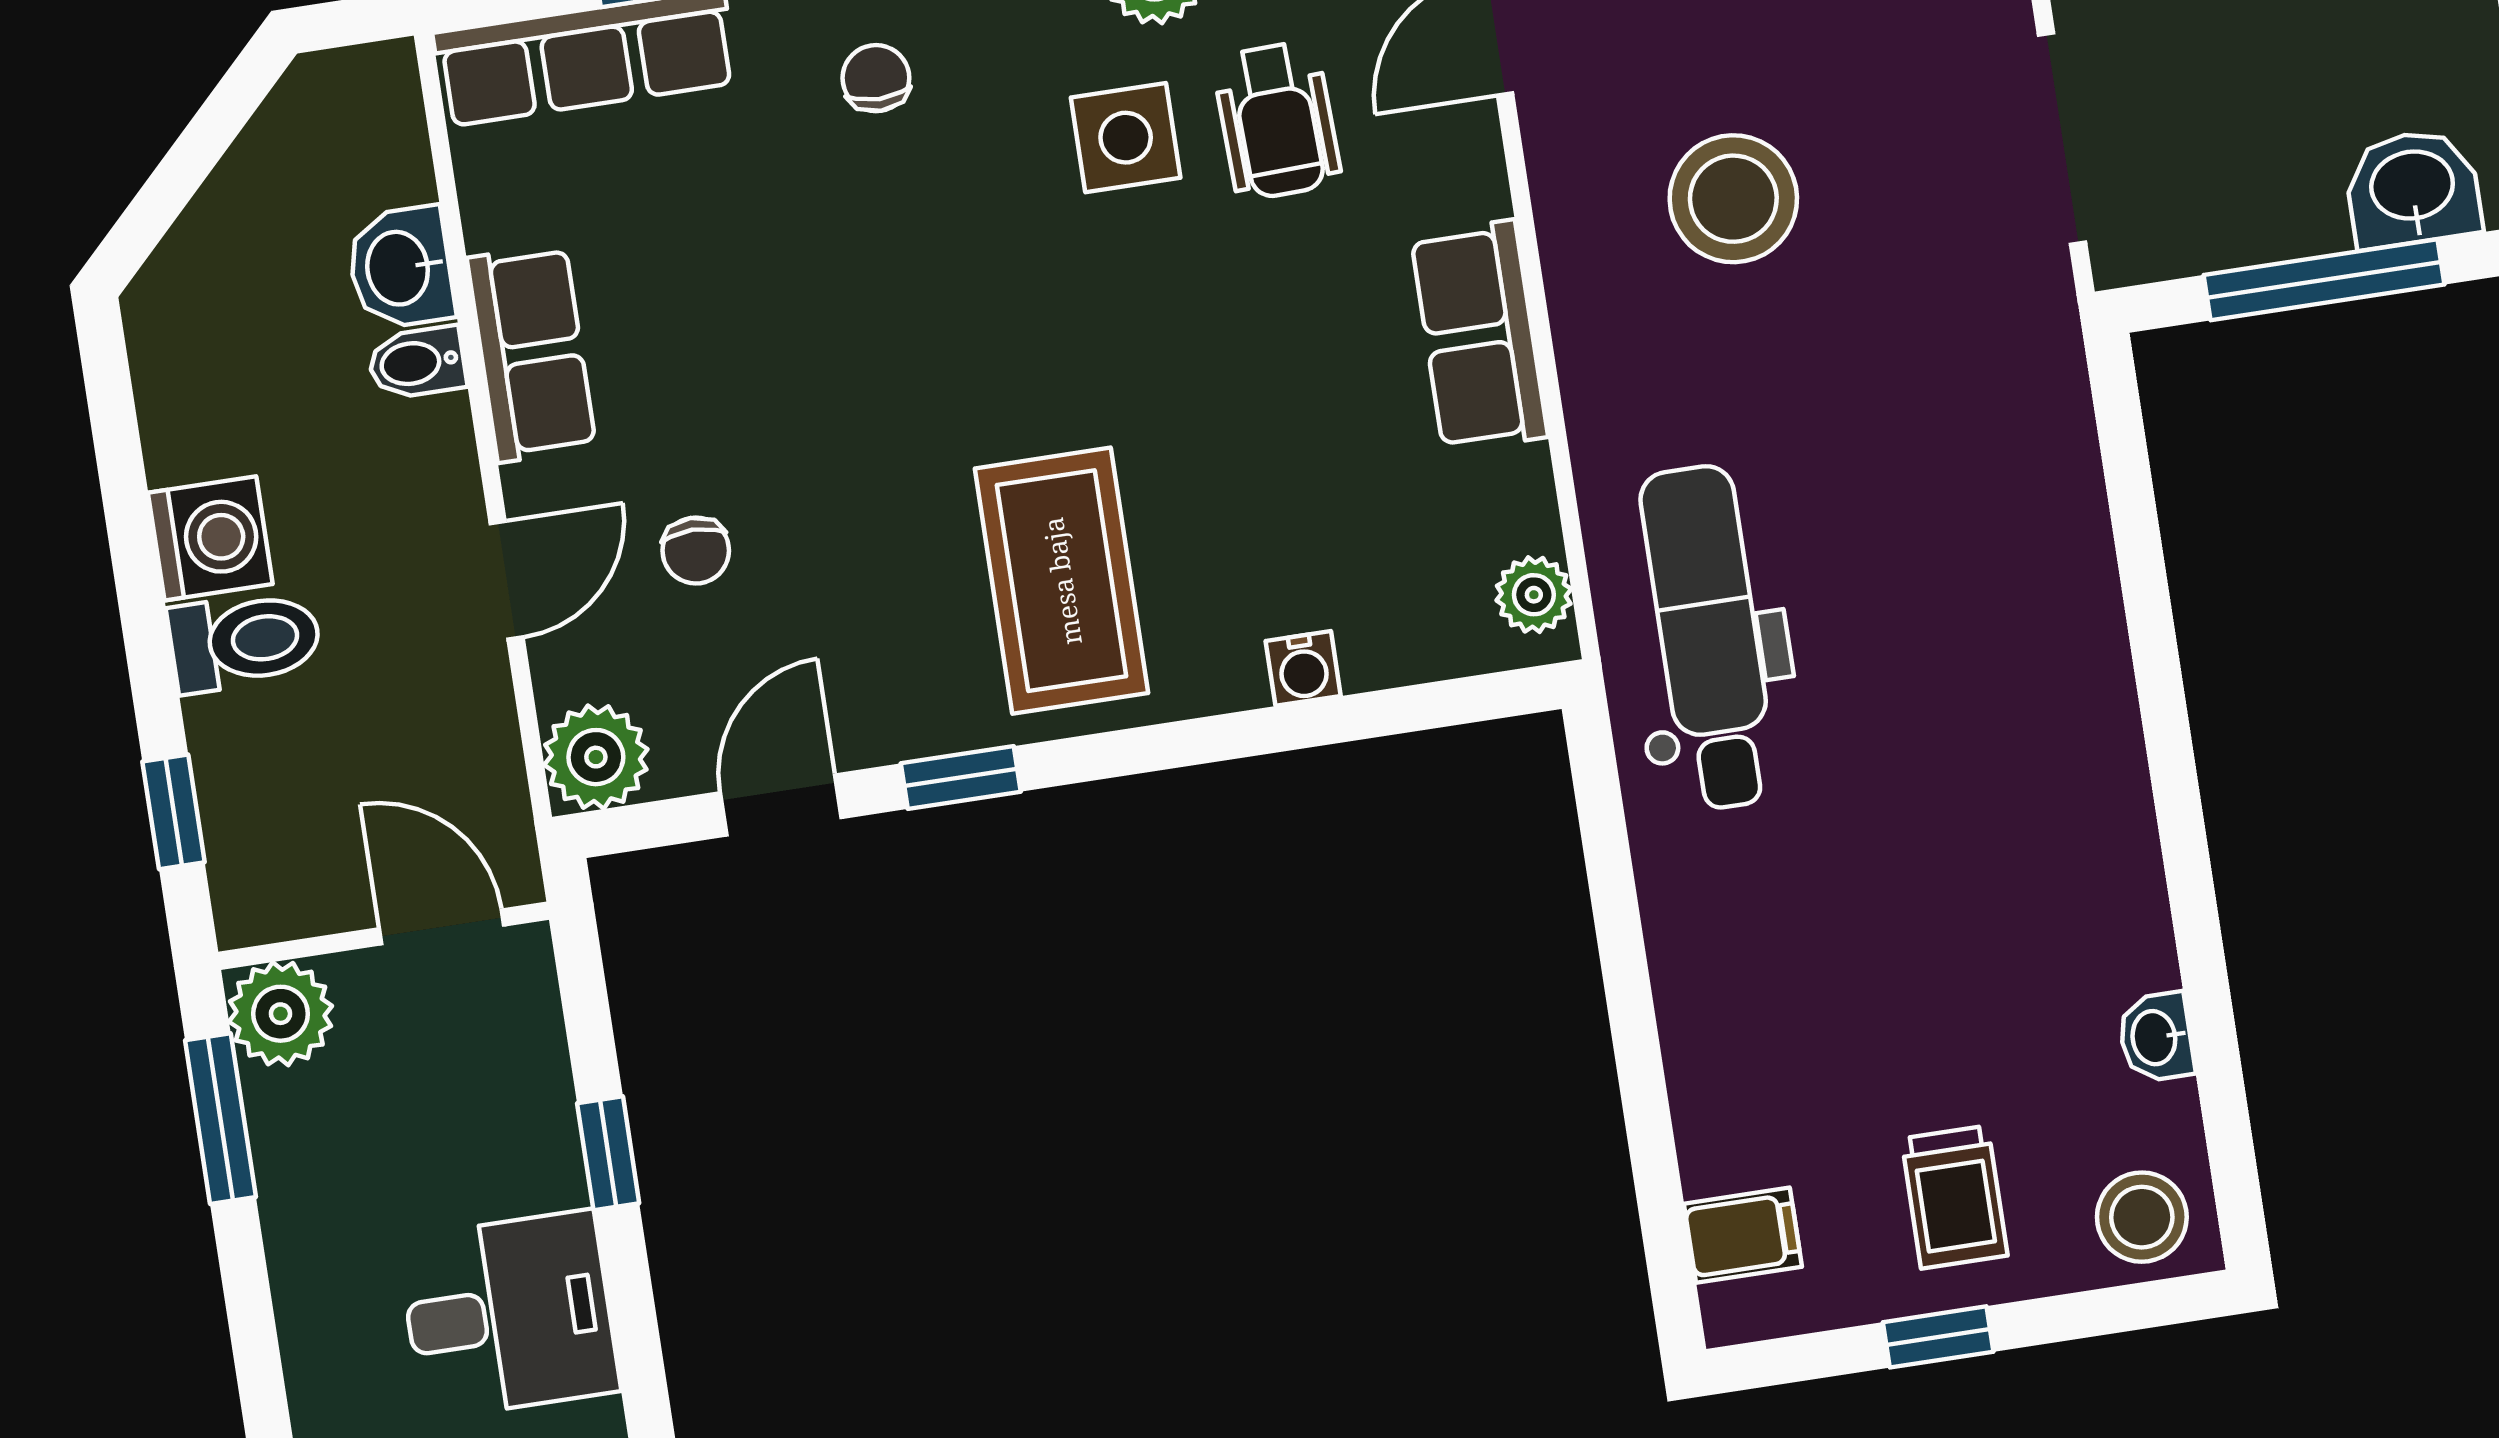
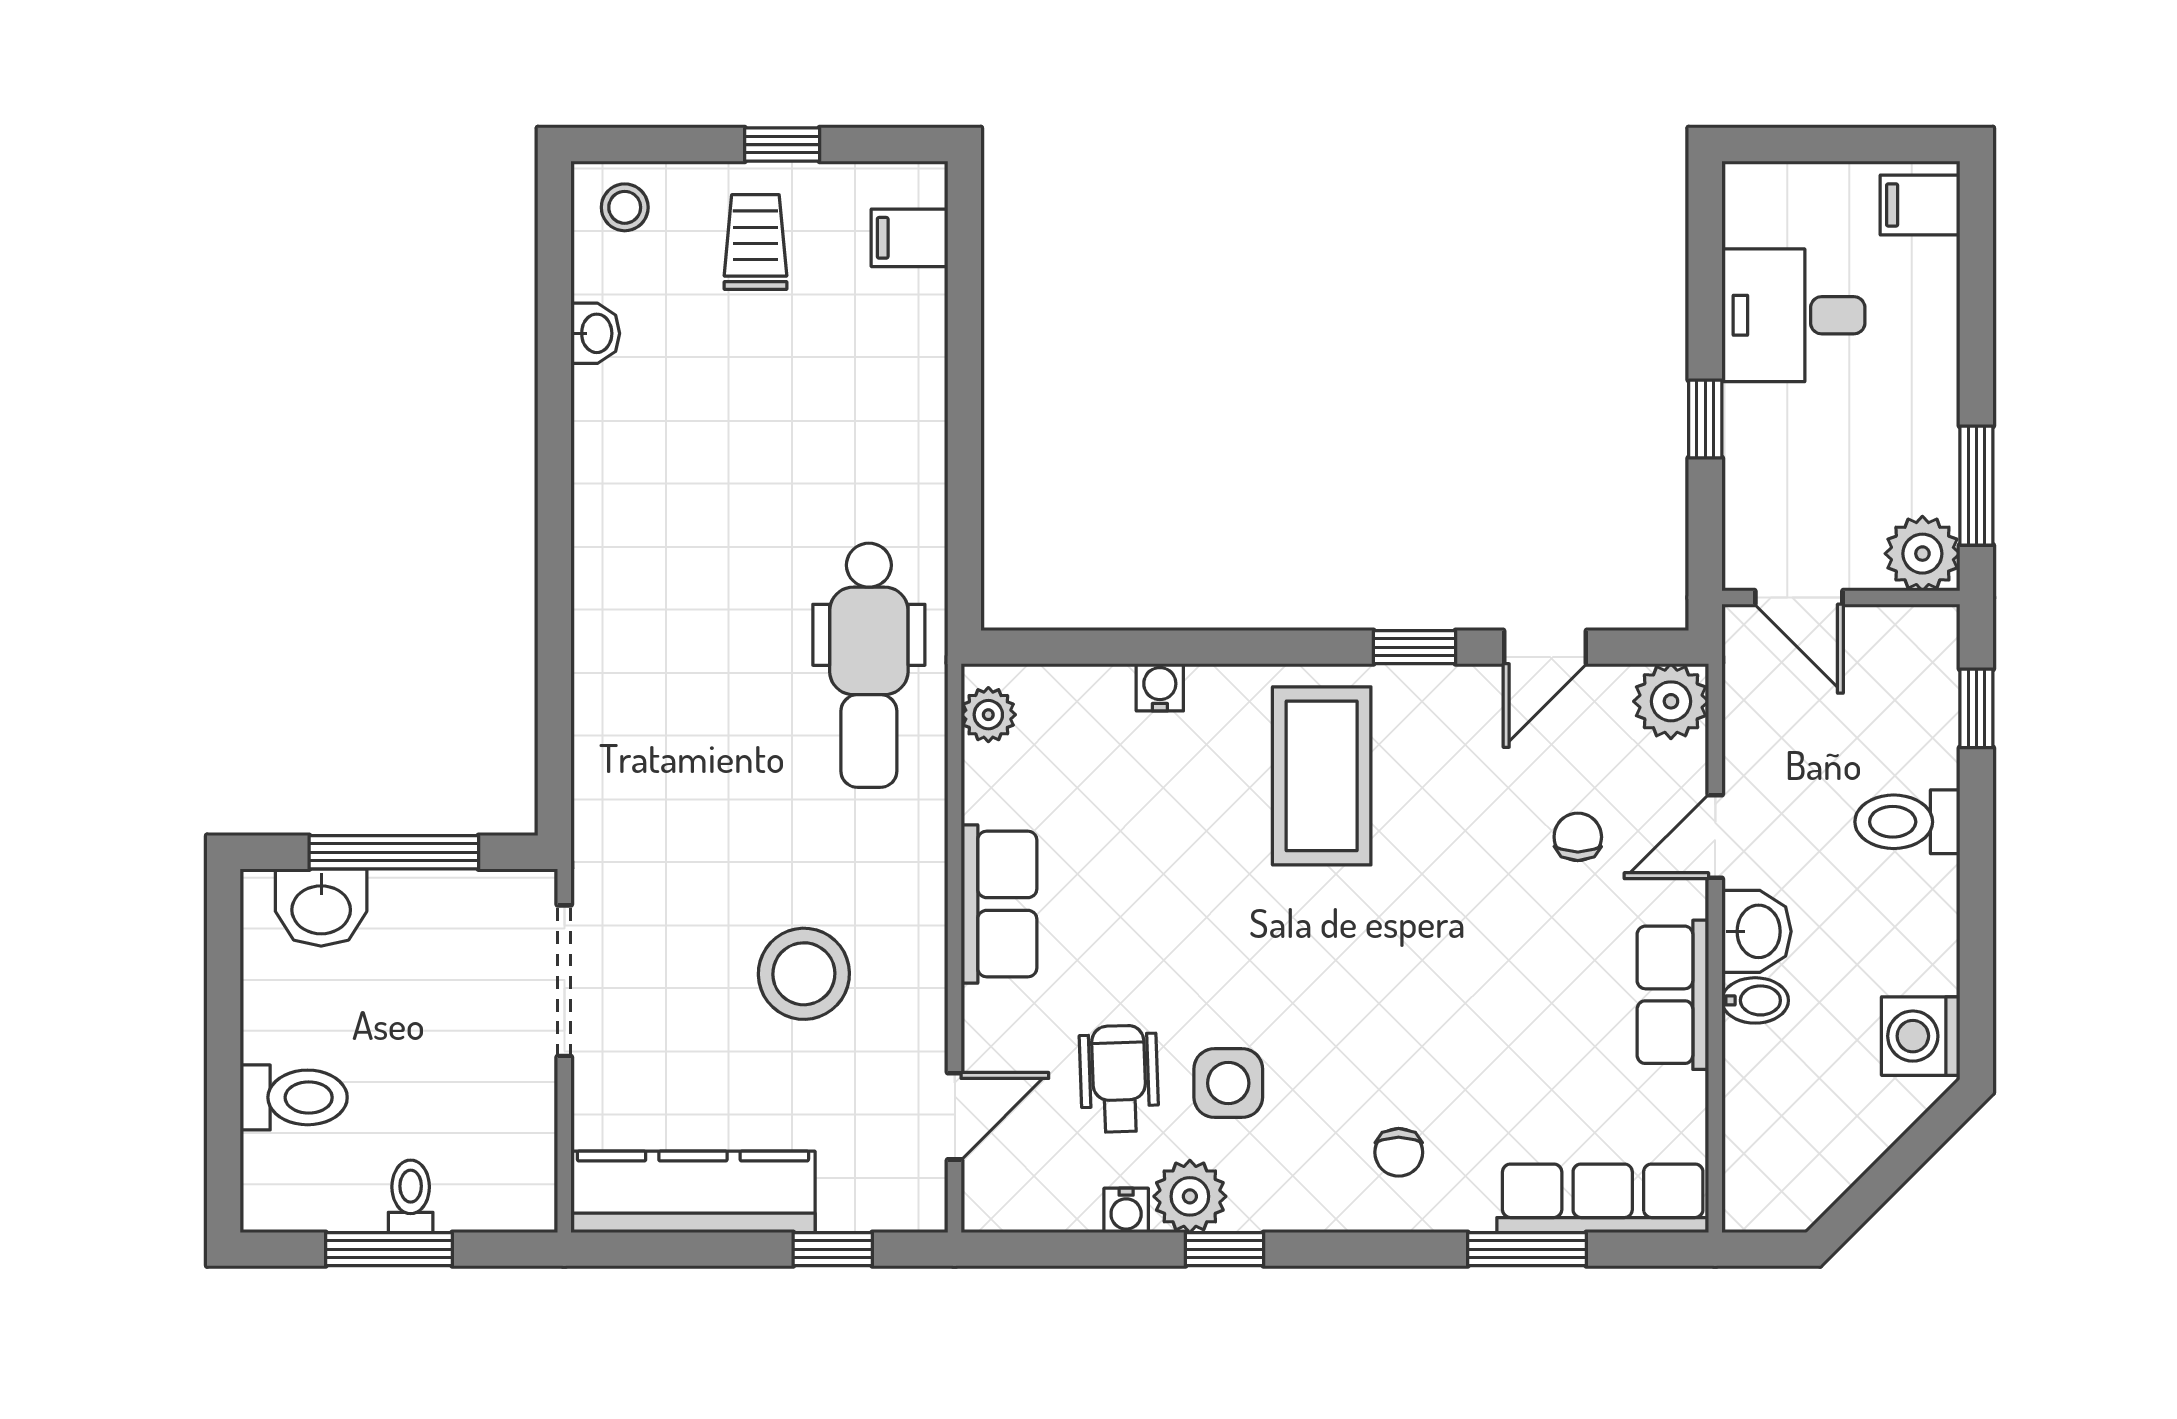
washbasin: (400, 268) -> (1756, 931), moved
washing machine: (210, 538) -> (1921, 1036), moved
stool: (2142, 1217) -> (625, 207), width x0.73, depth x0.73

